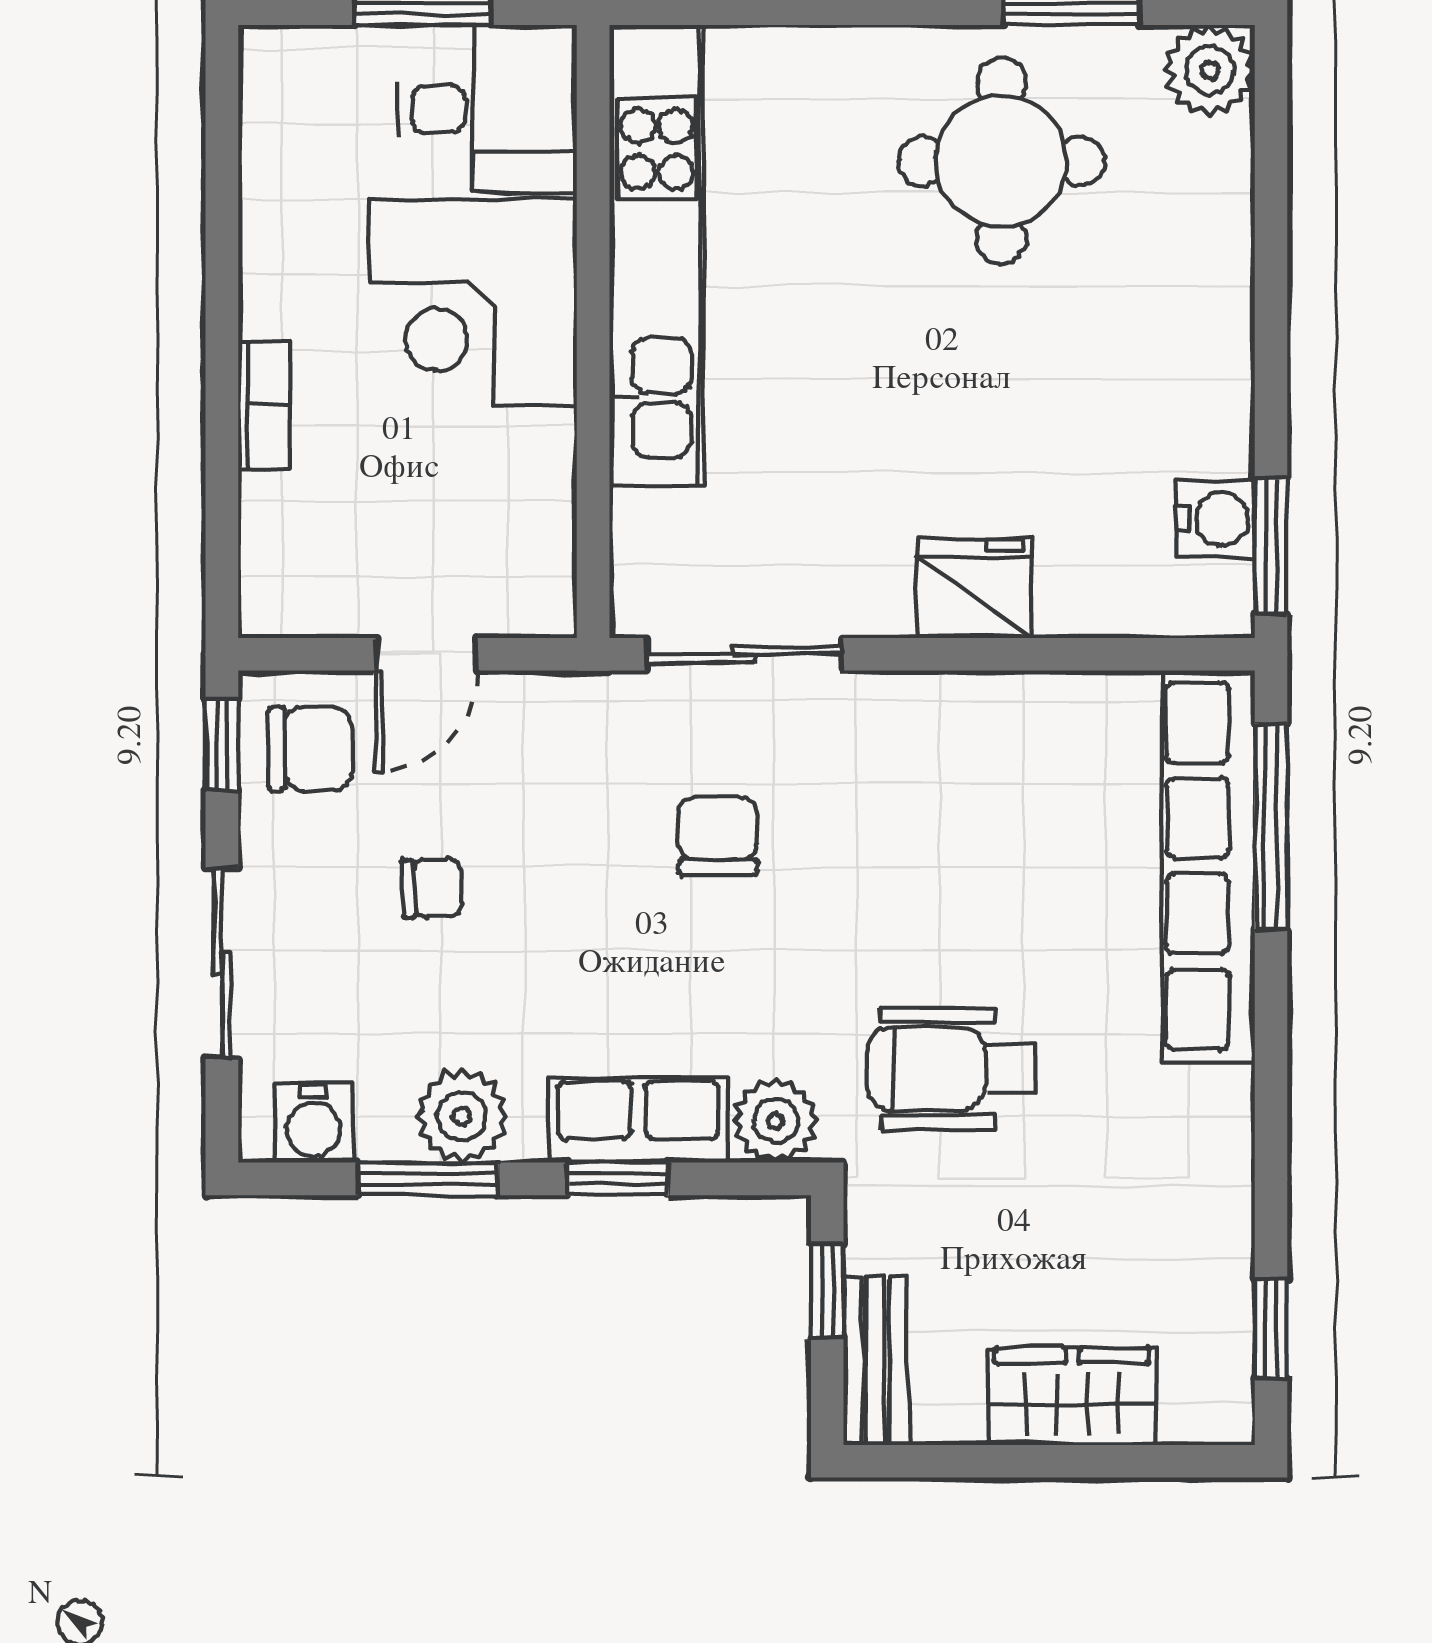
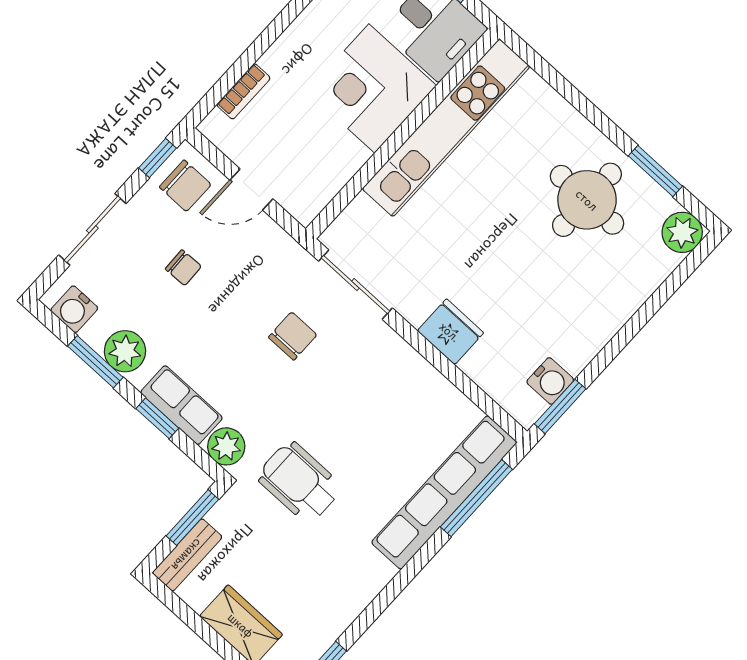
bookcase: (264, 405) -> (243, 91), moved
window: (827, 1291) -> (192, 518), width x1.50

